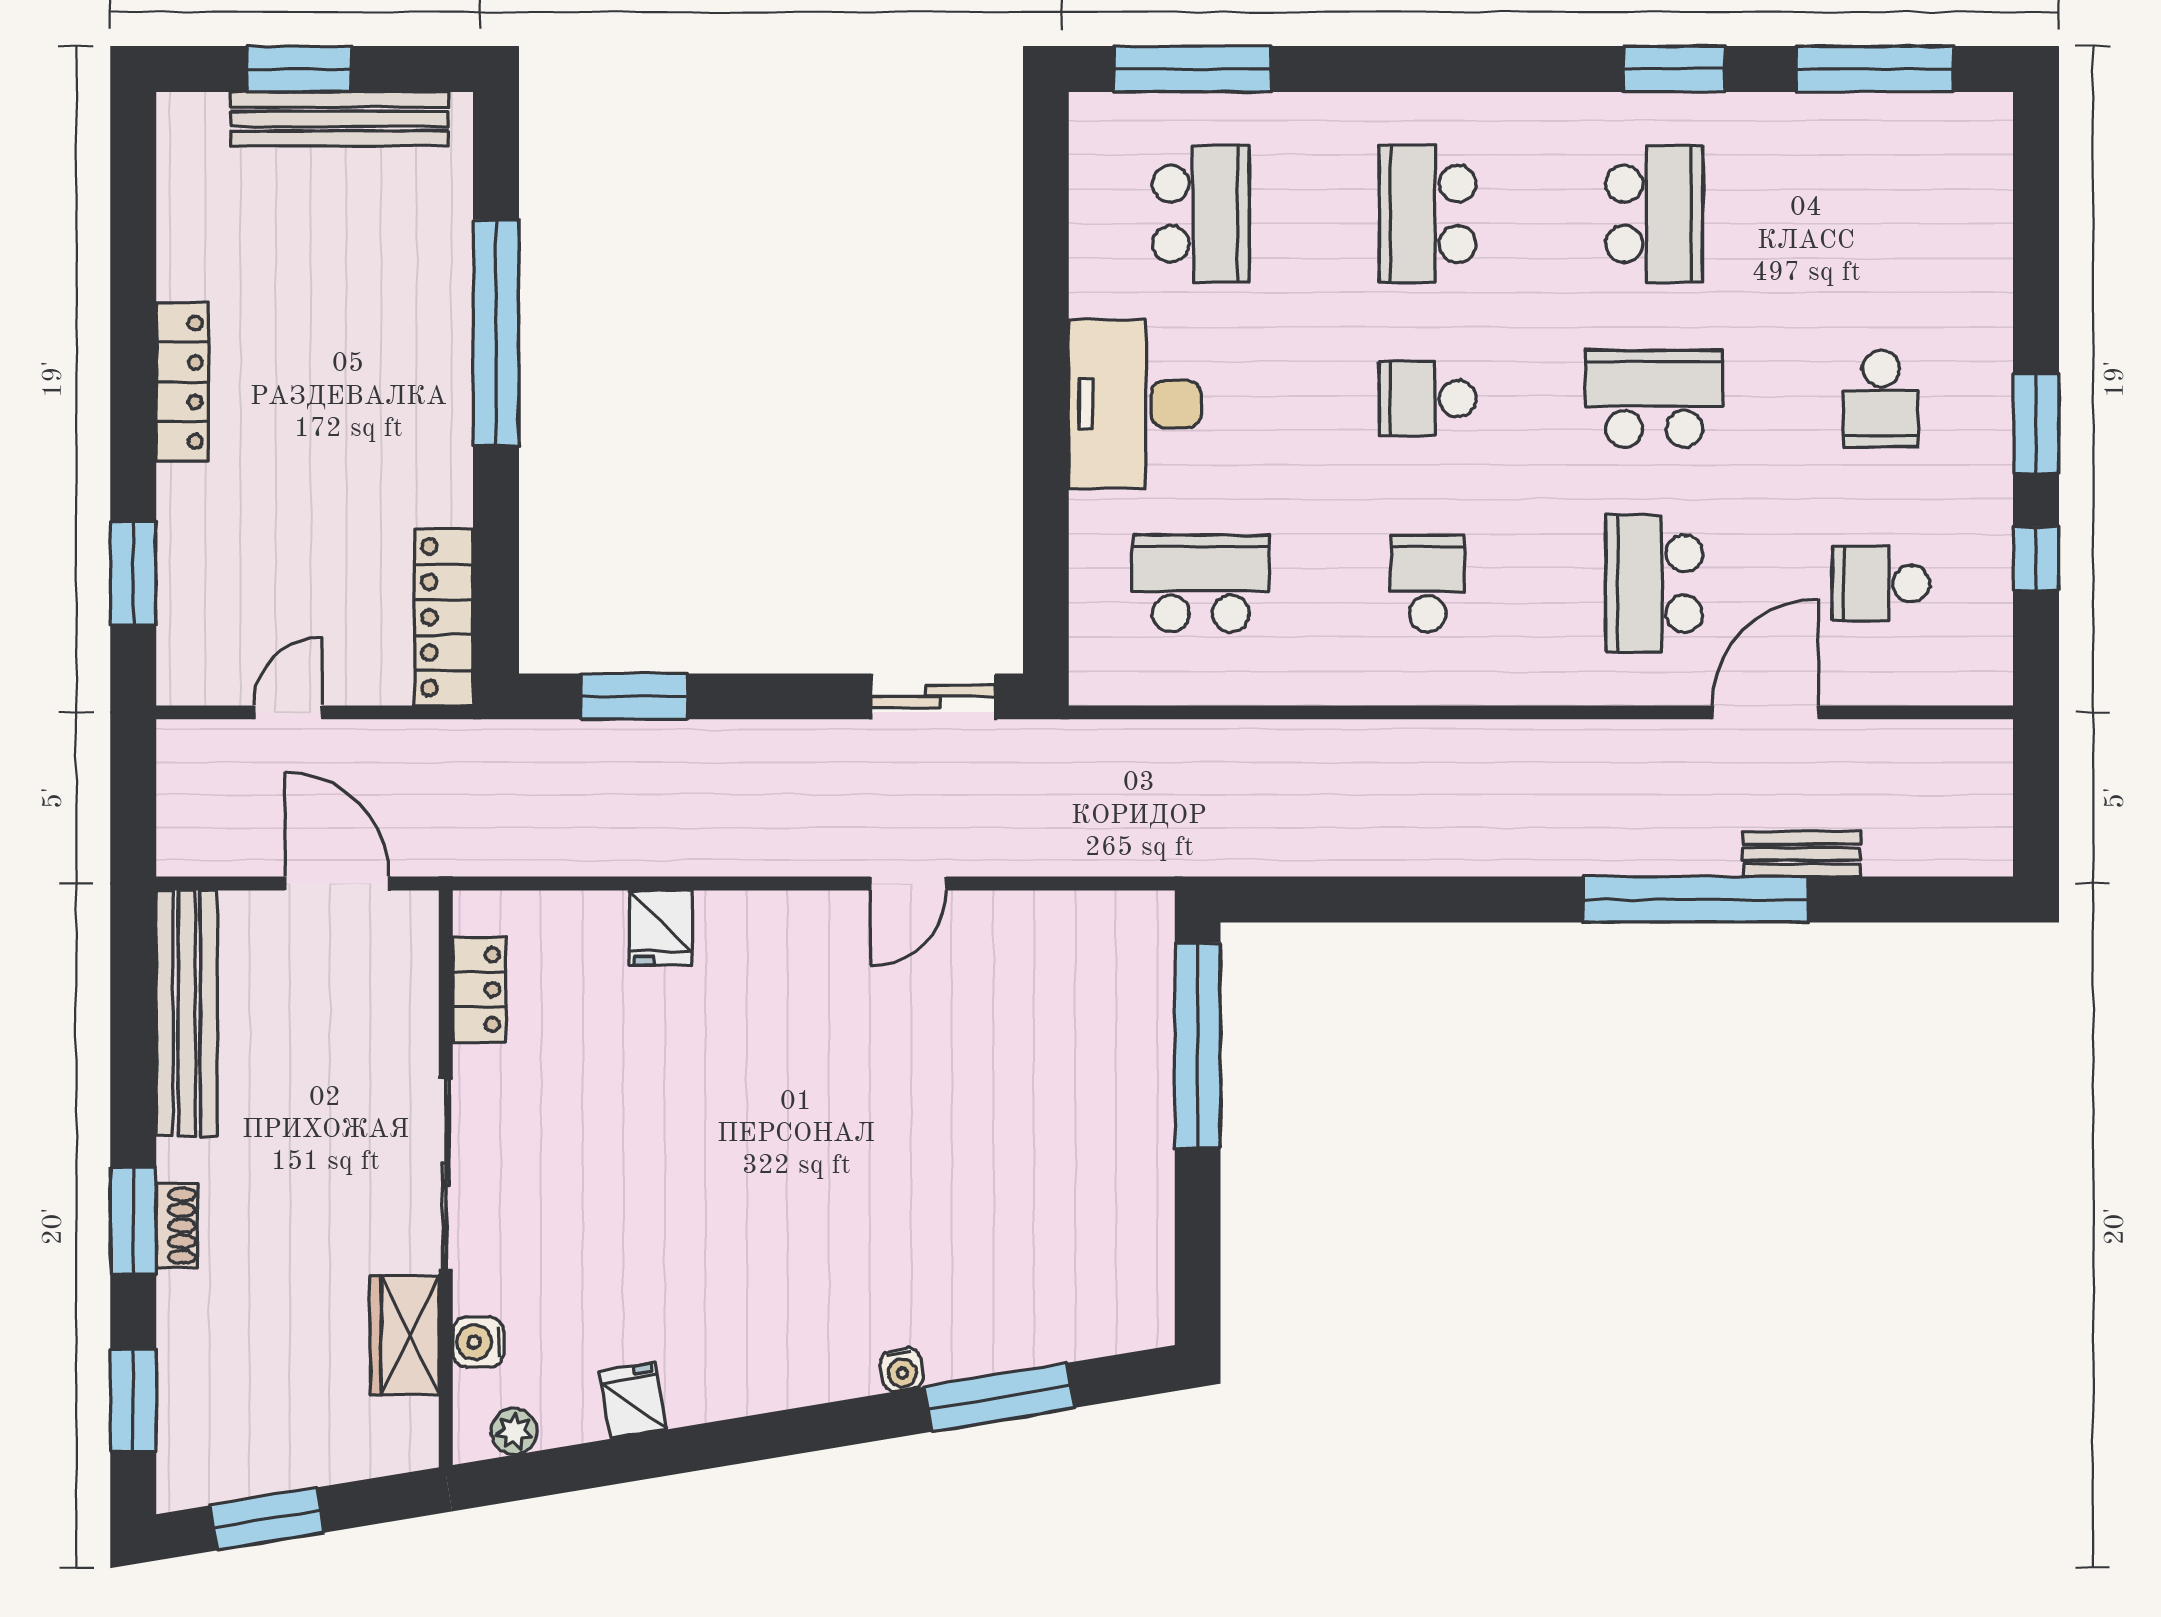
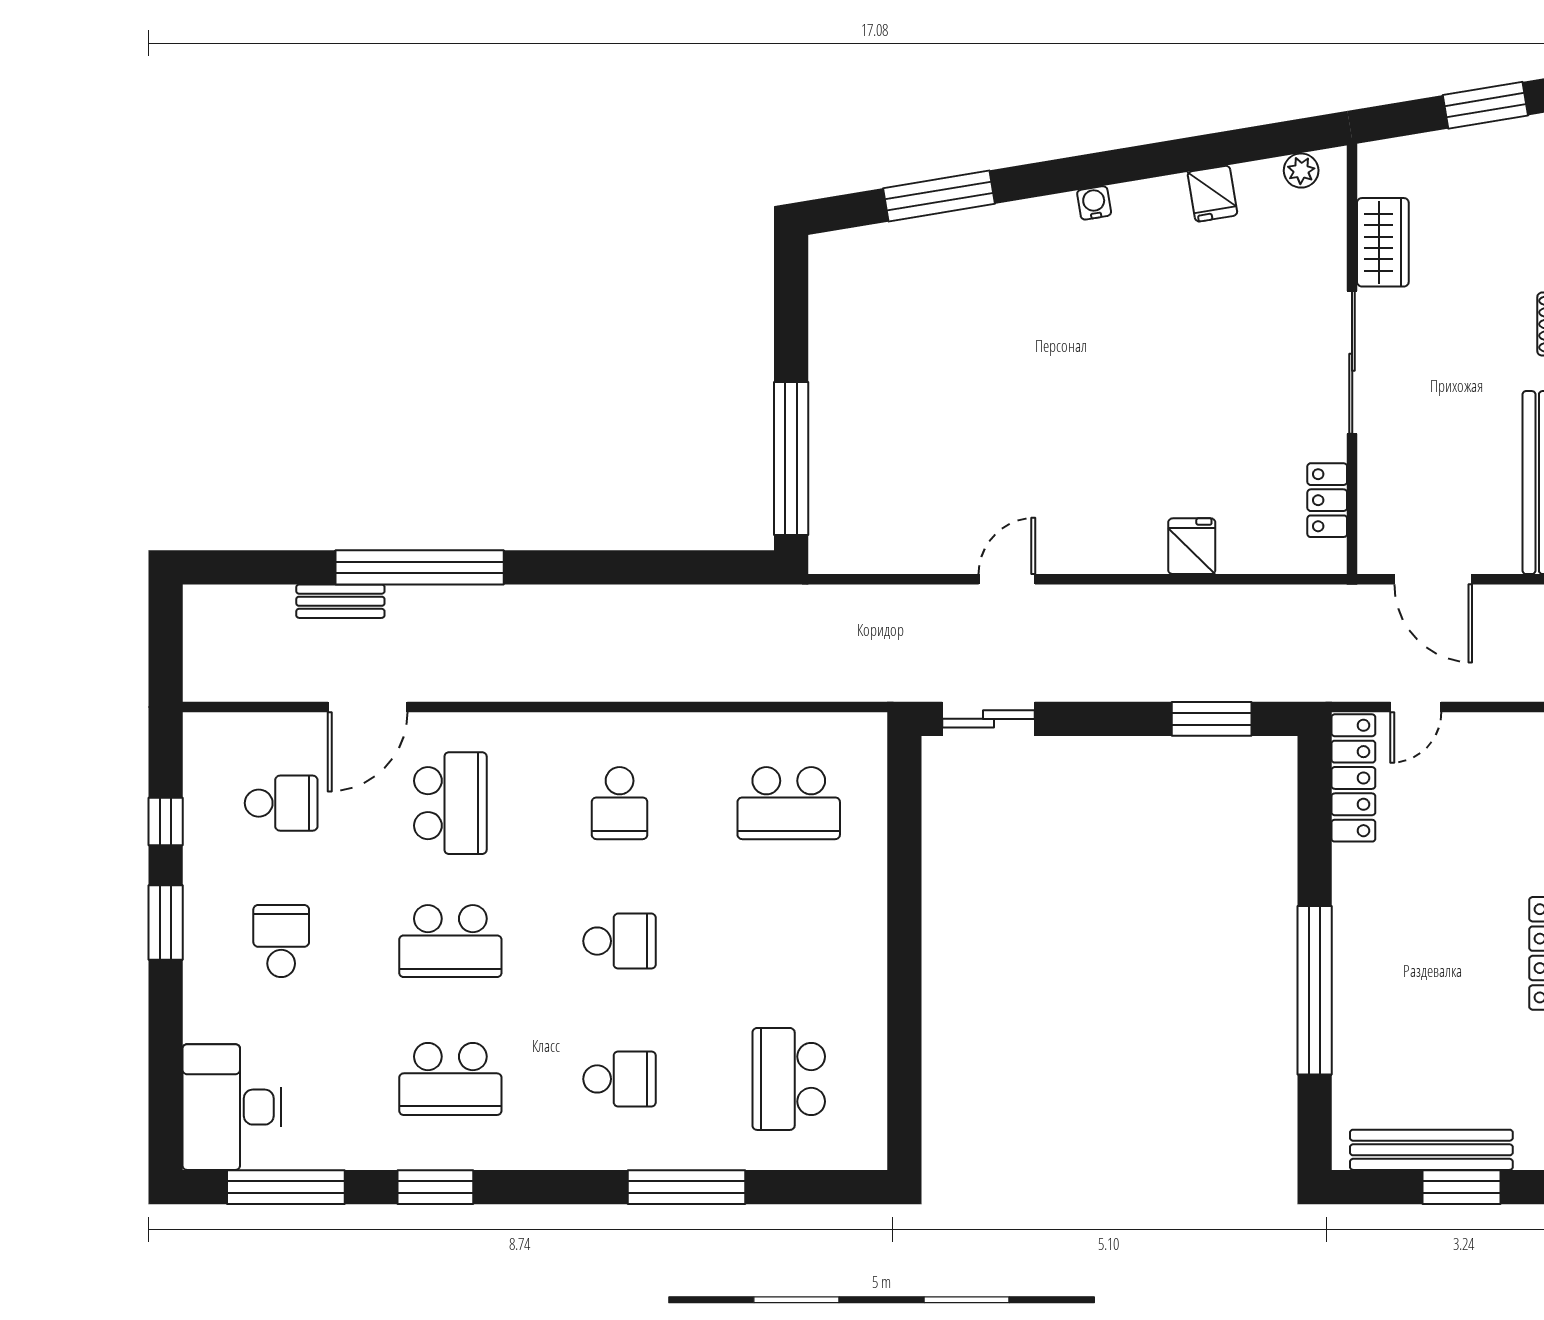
window: (1192, 69) -> (686, 1187), moved
school desk: (1428, 214) -> (620, 1079), width x0.54
school desk: (1654, 214) -> (450, 1079), turned -90
desk: (1135, 404) -> (232, 1107), moved, turned 180
door: (288, 712) -> (1416, 707), moved
water cooler: (478, 1342) -> (1328, 237), removed
water cooler: (902, 1370) -> (1094, 203), moved

